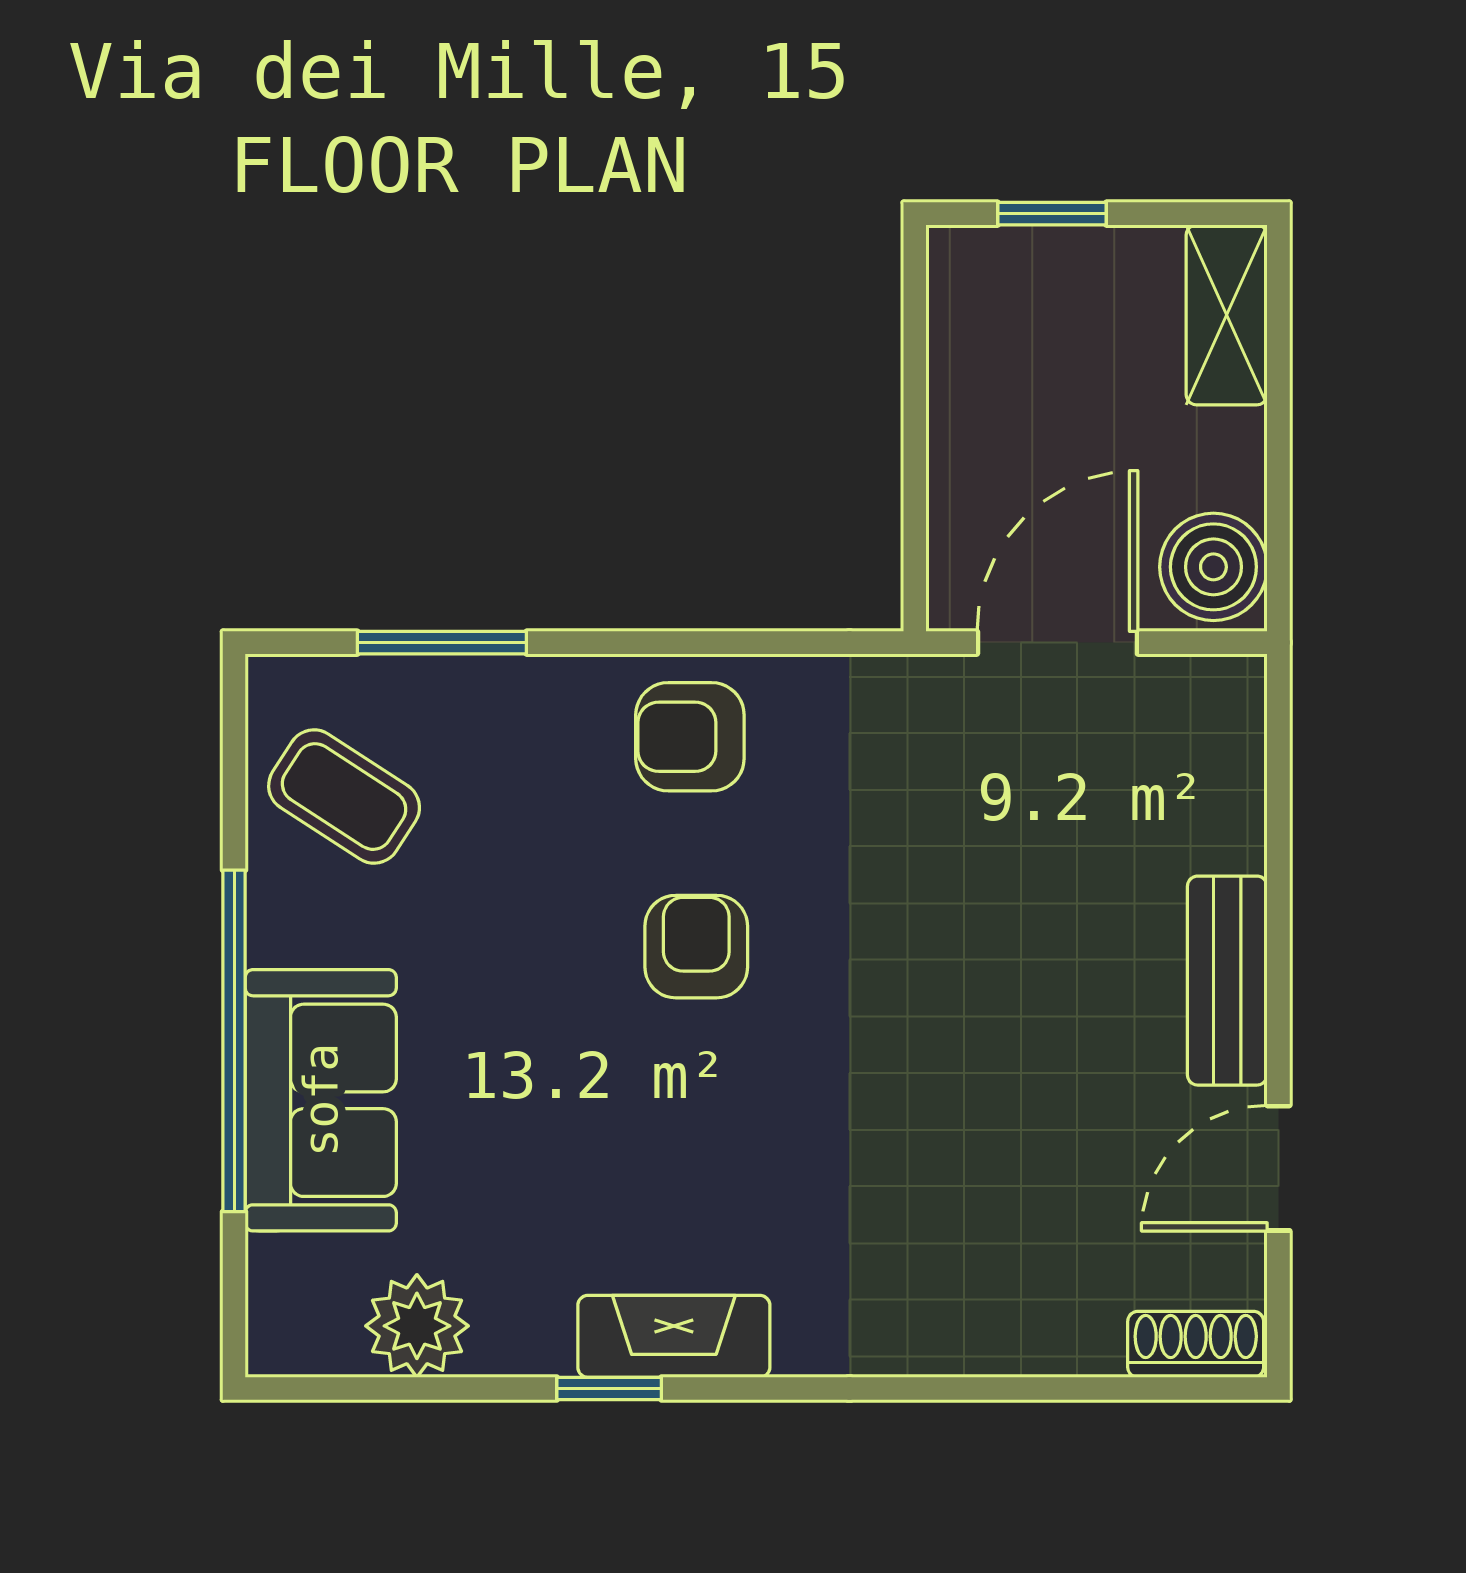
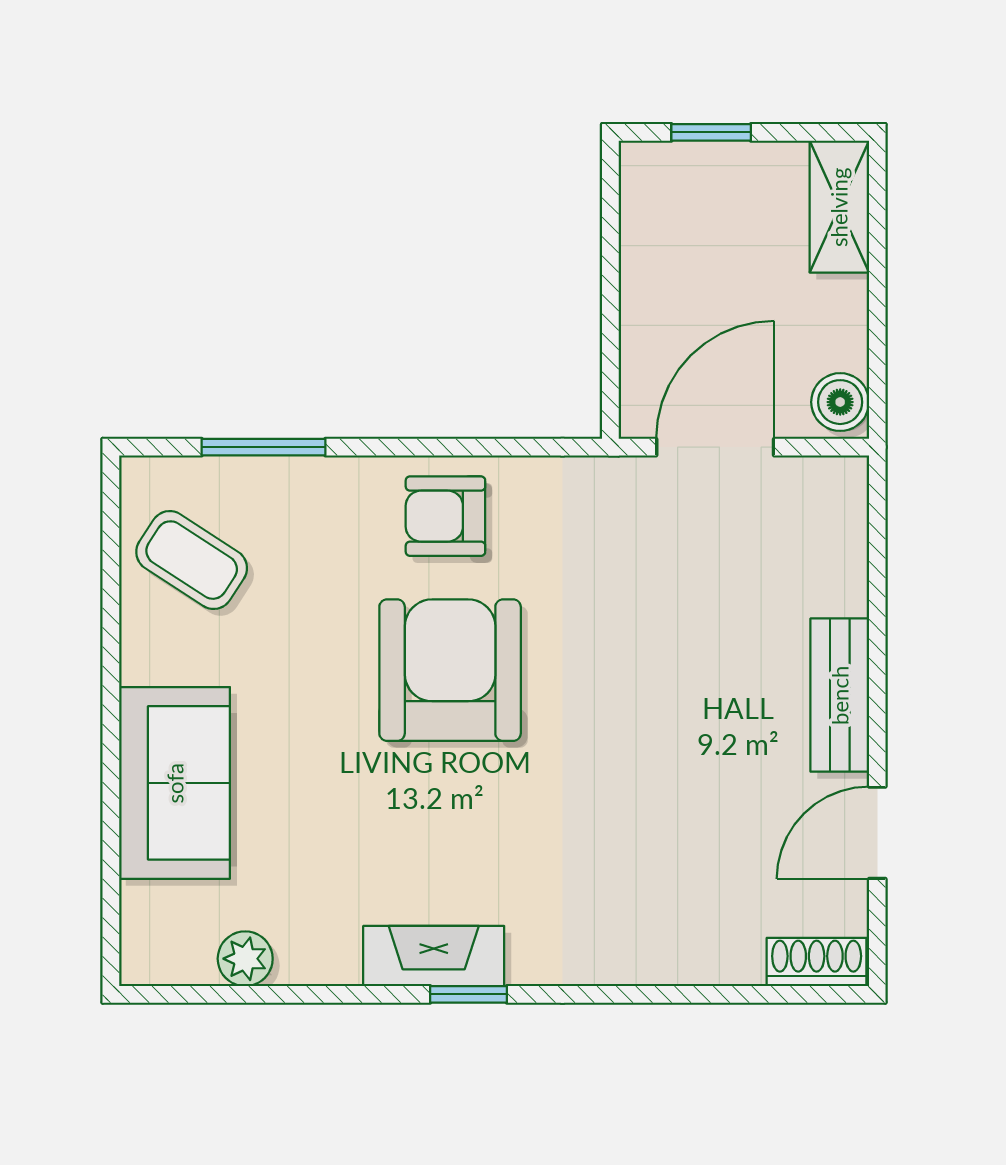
boiler: (1213, 567) -> (840, 402), width x0.73, depth x0.73
armchair: (696, 947) -> (450, 670), width x1.88, depth x1.88
window: (234, 1041) -> (111, 739), removed
plant: (417, 1326) -> (245, 959), width x0.73, depth x0.73
window: (609, 1389) -> (469, 994), moved

